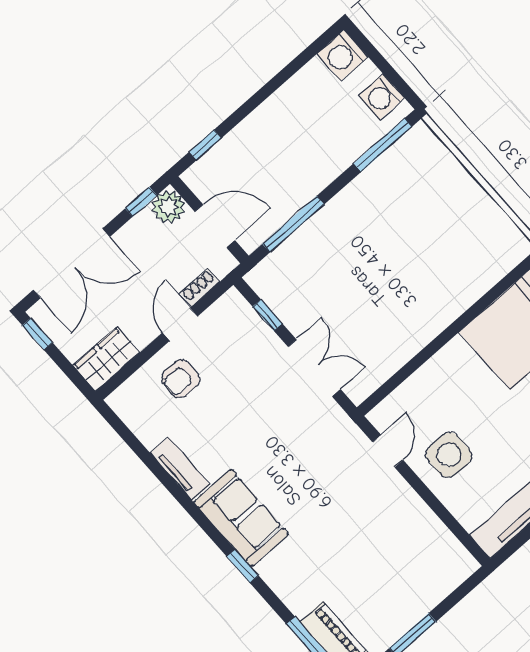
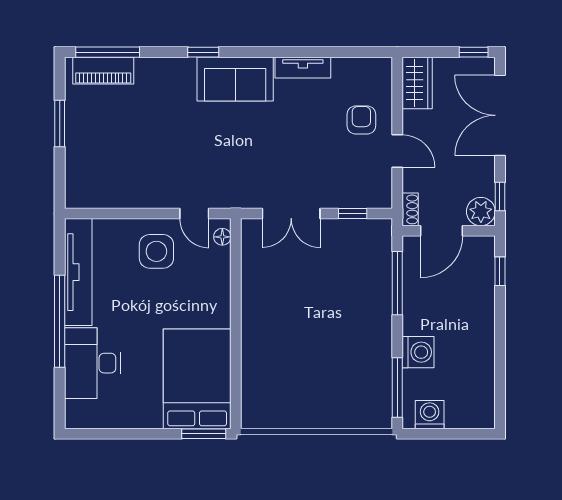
washing machine: (343, 55) -> (418, 352), moved, turned 90
shoe rack: (200, 287) -> (410, 209), moved
floor lamp: (386, 409) -> (222, 237), added

